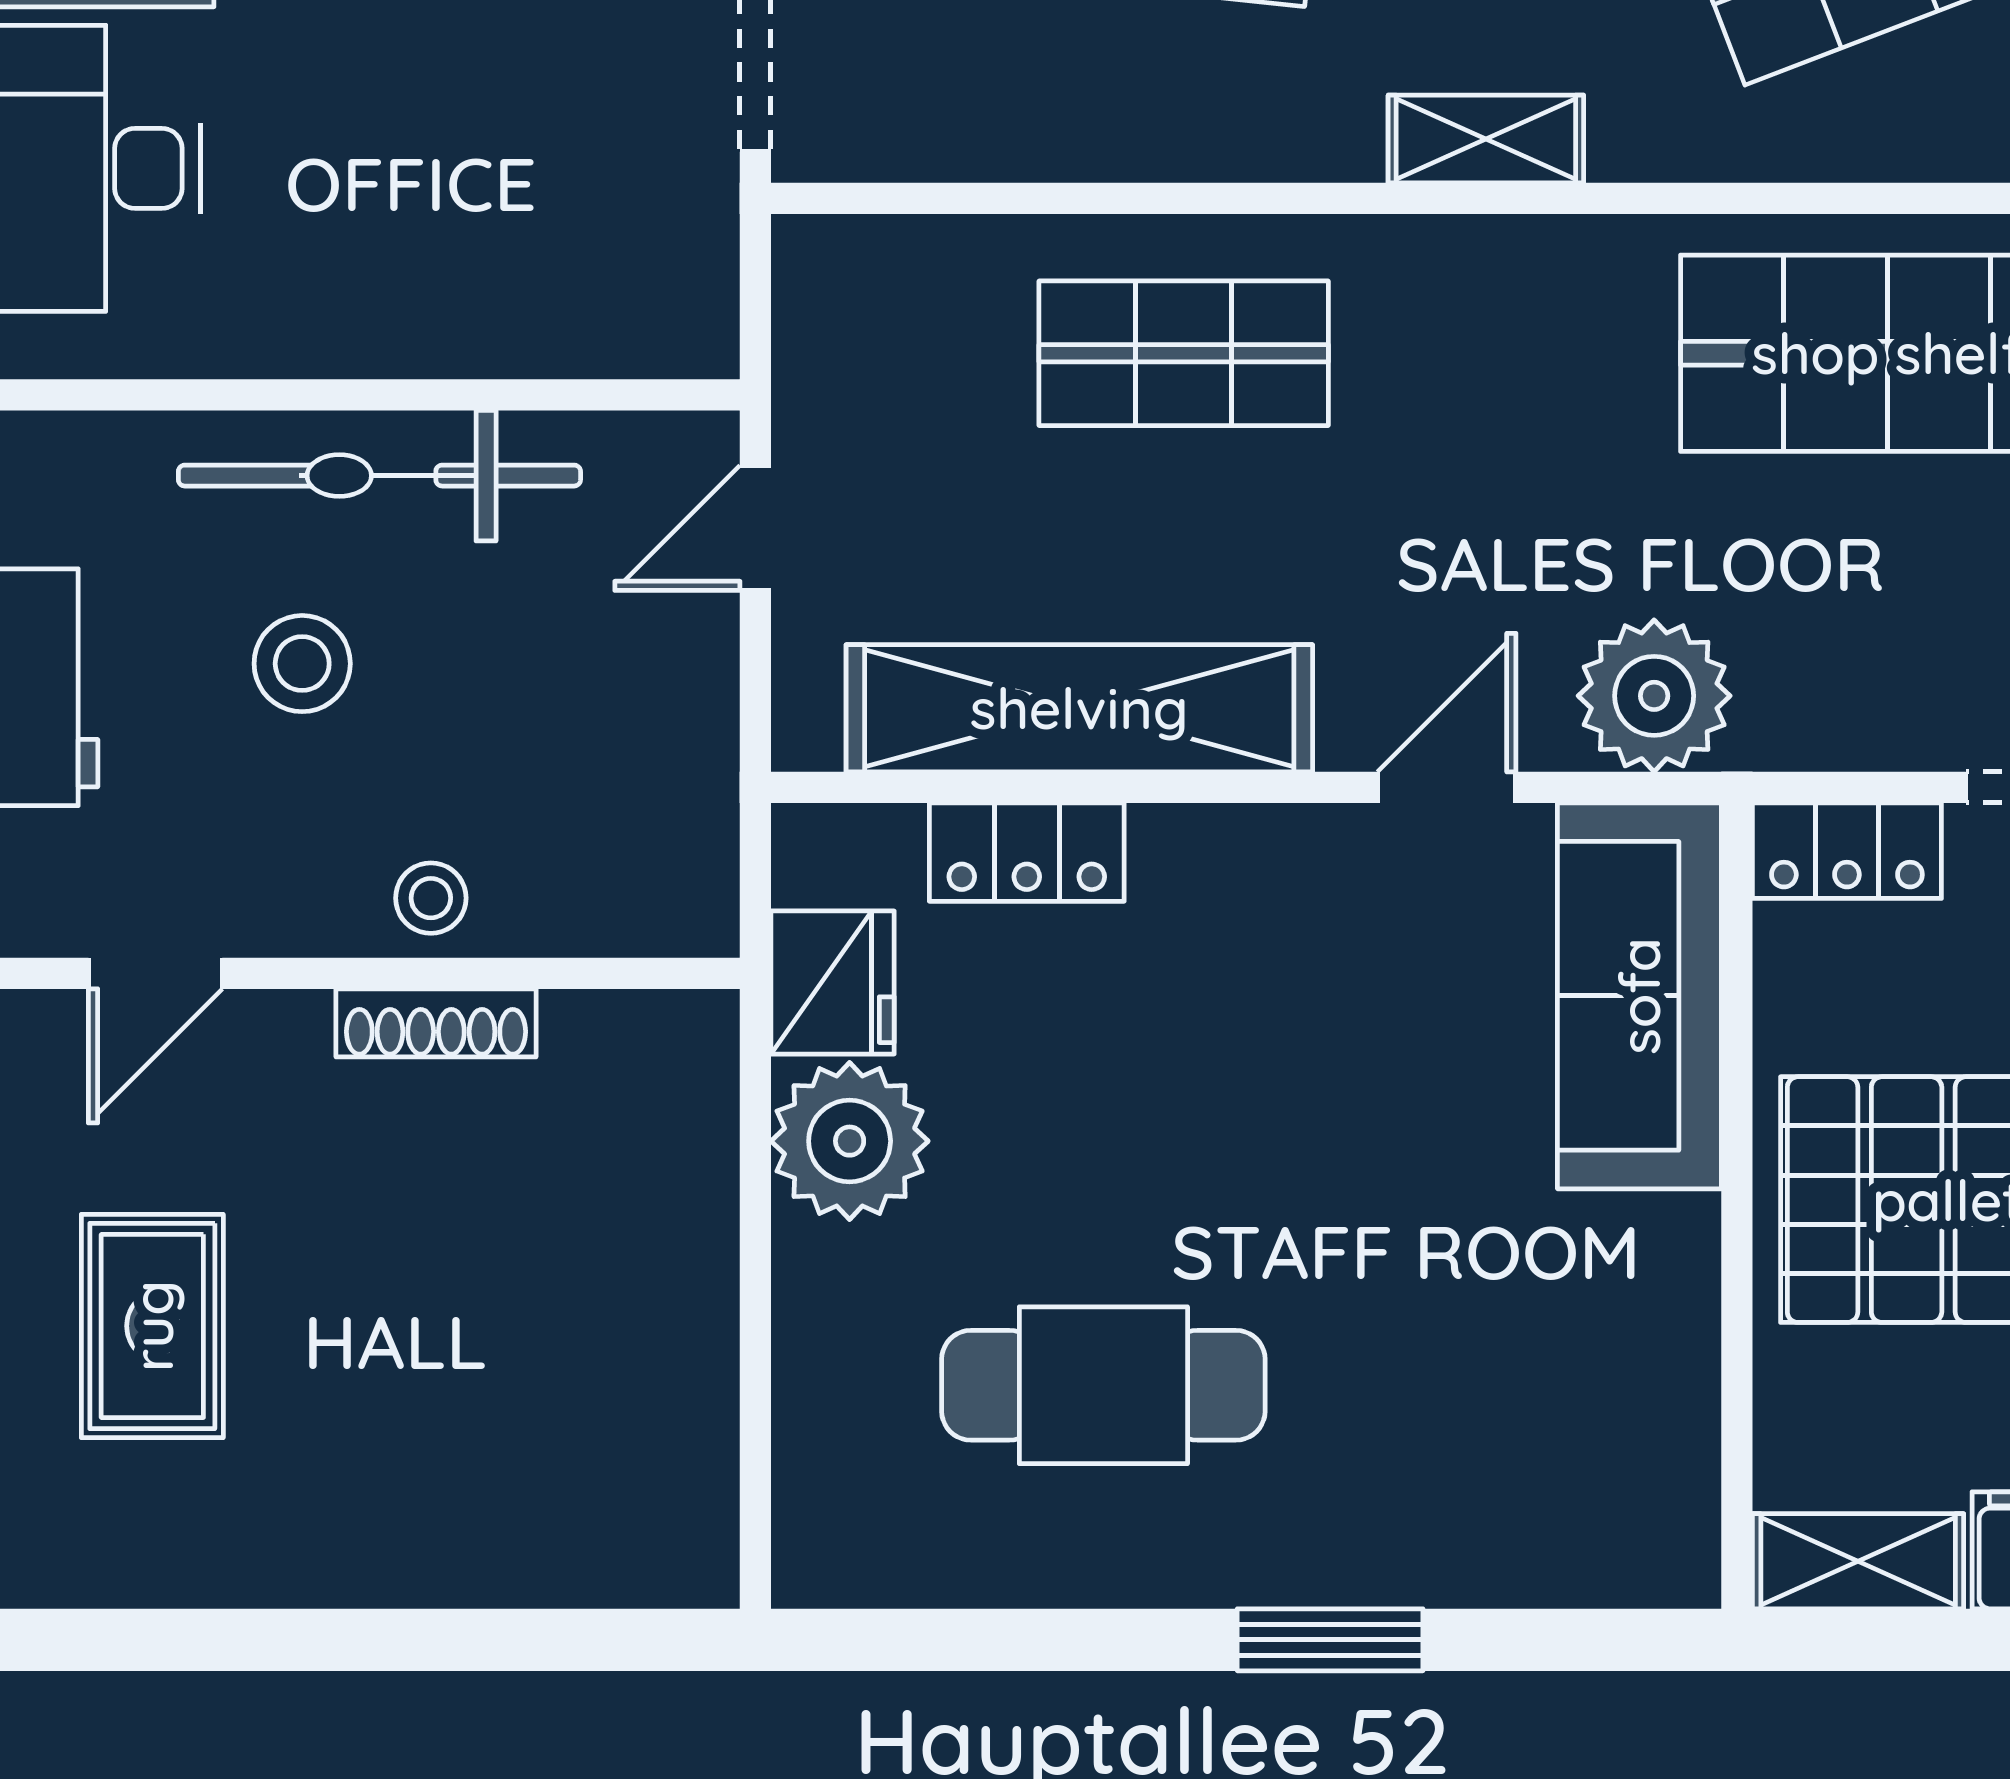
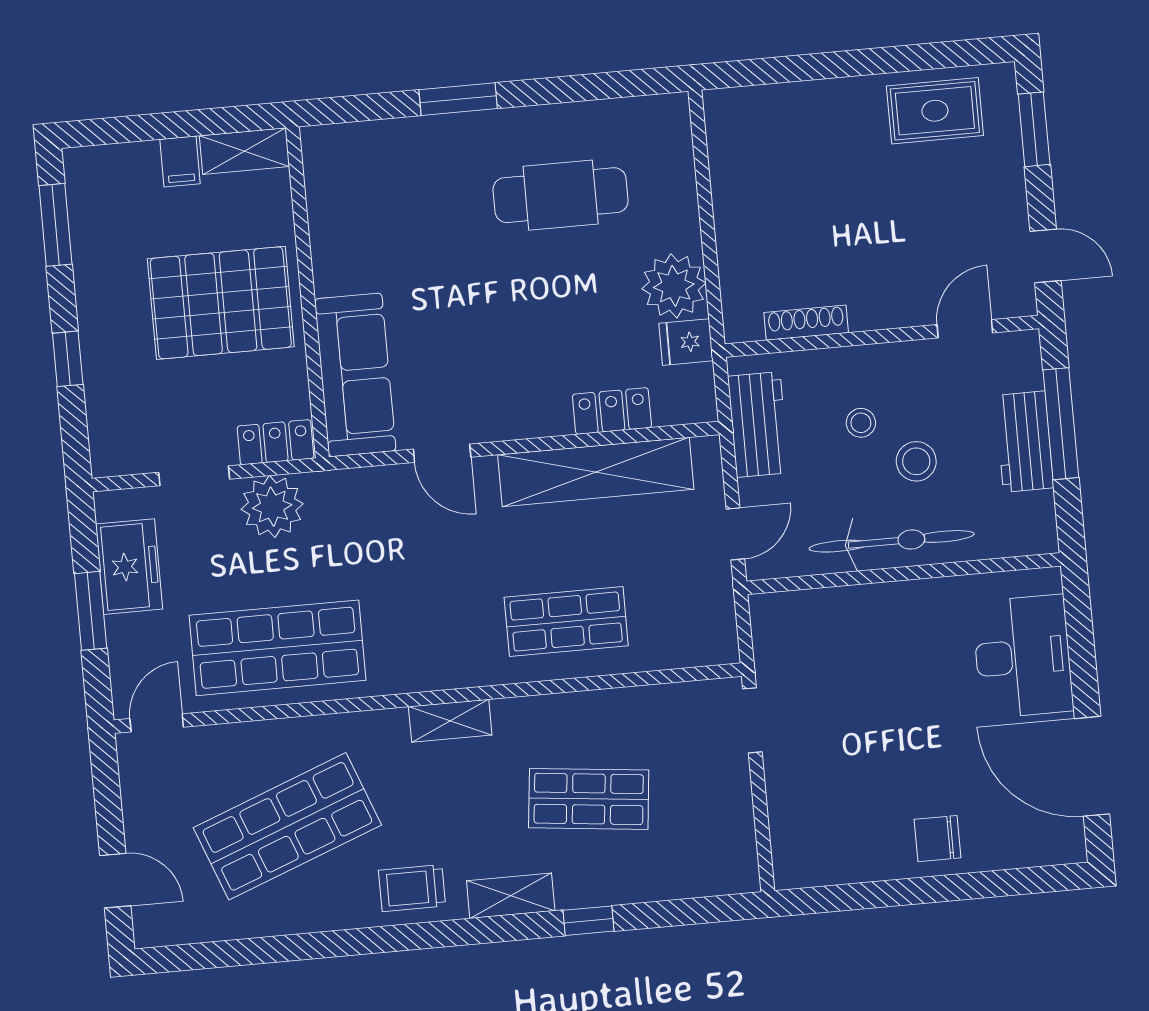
plant: (1654, 696) -> (272, 507), moved
workbench: (676, 787) -> (758, 424), added
door: (1447, 787) -> (442, 453), hinge flipped
stool: (431, 898) -> (861, 423), moved
fridge: (833, 983) -> (686, 342), width x0.72
shoe rack: (436, 1023) -> (806, 323), moved
rug: (152, 1326) -> (935, 111), moved, turned 90

